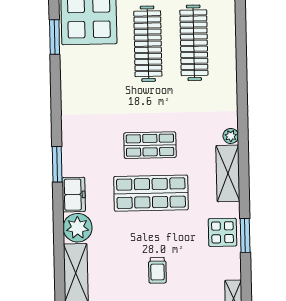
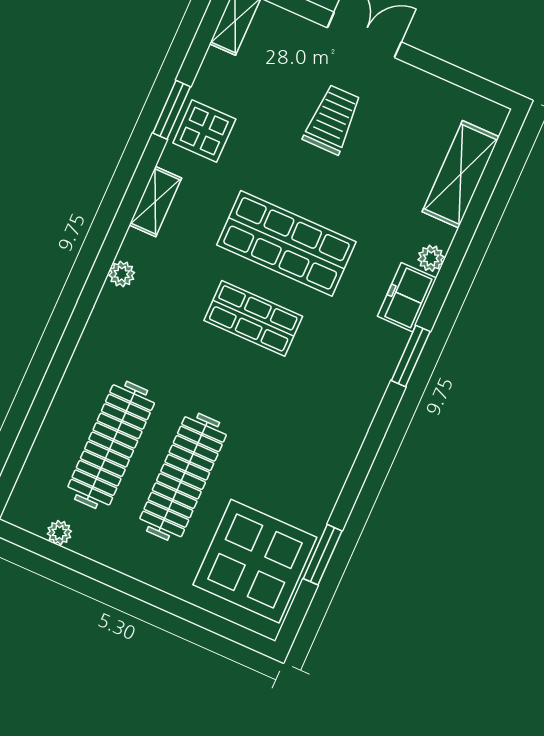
shelving: (228, 173) -> (155, 201), width x0.67, depth x0.75
plant: (78, 228) -> (431, 258), width x0.53, depth x0.53
trolley: (157, 270) -> (332, 119), width x1.36, depth x1.39

